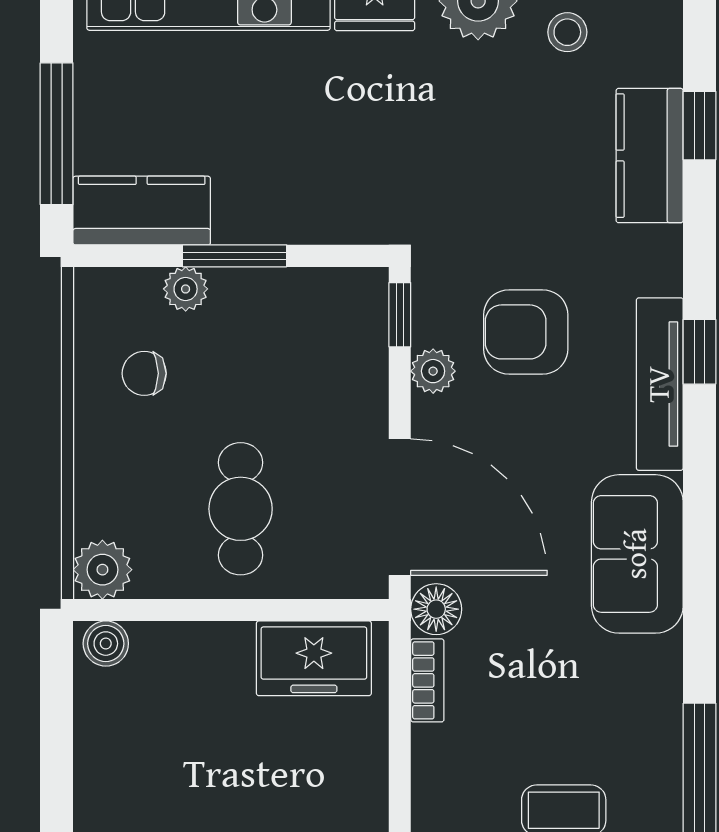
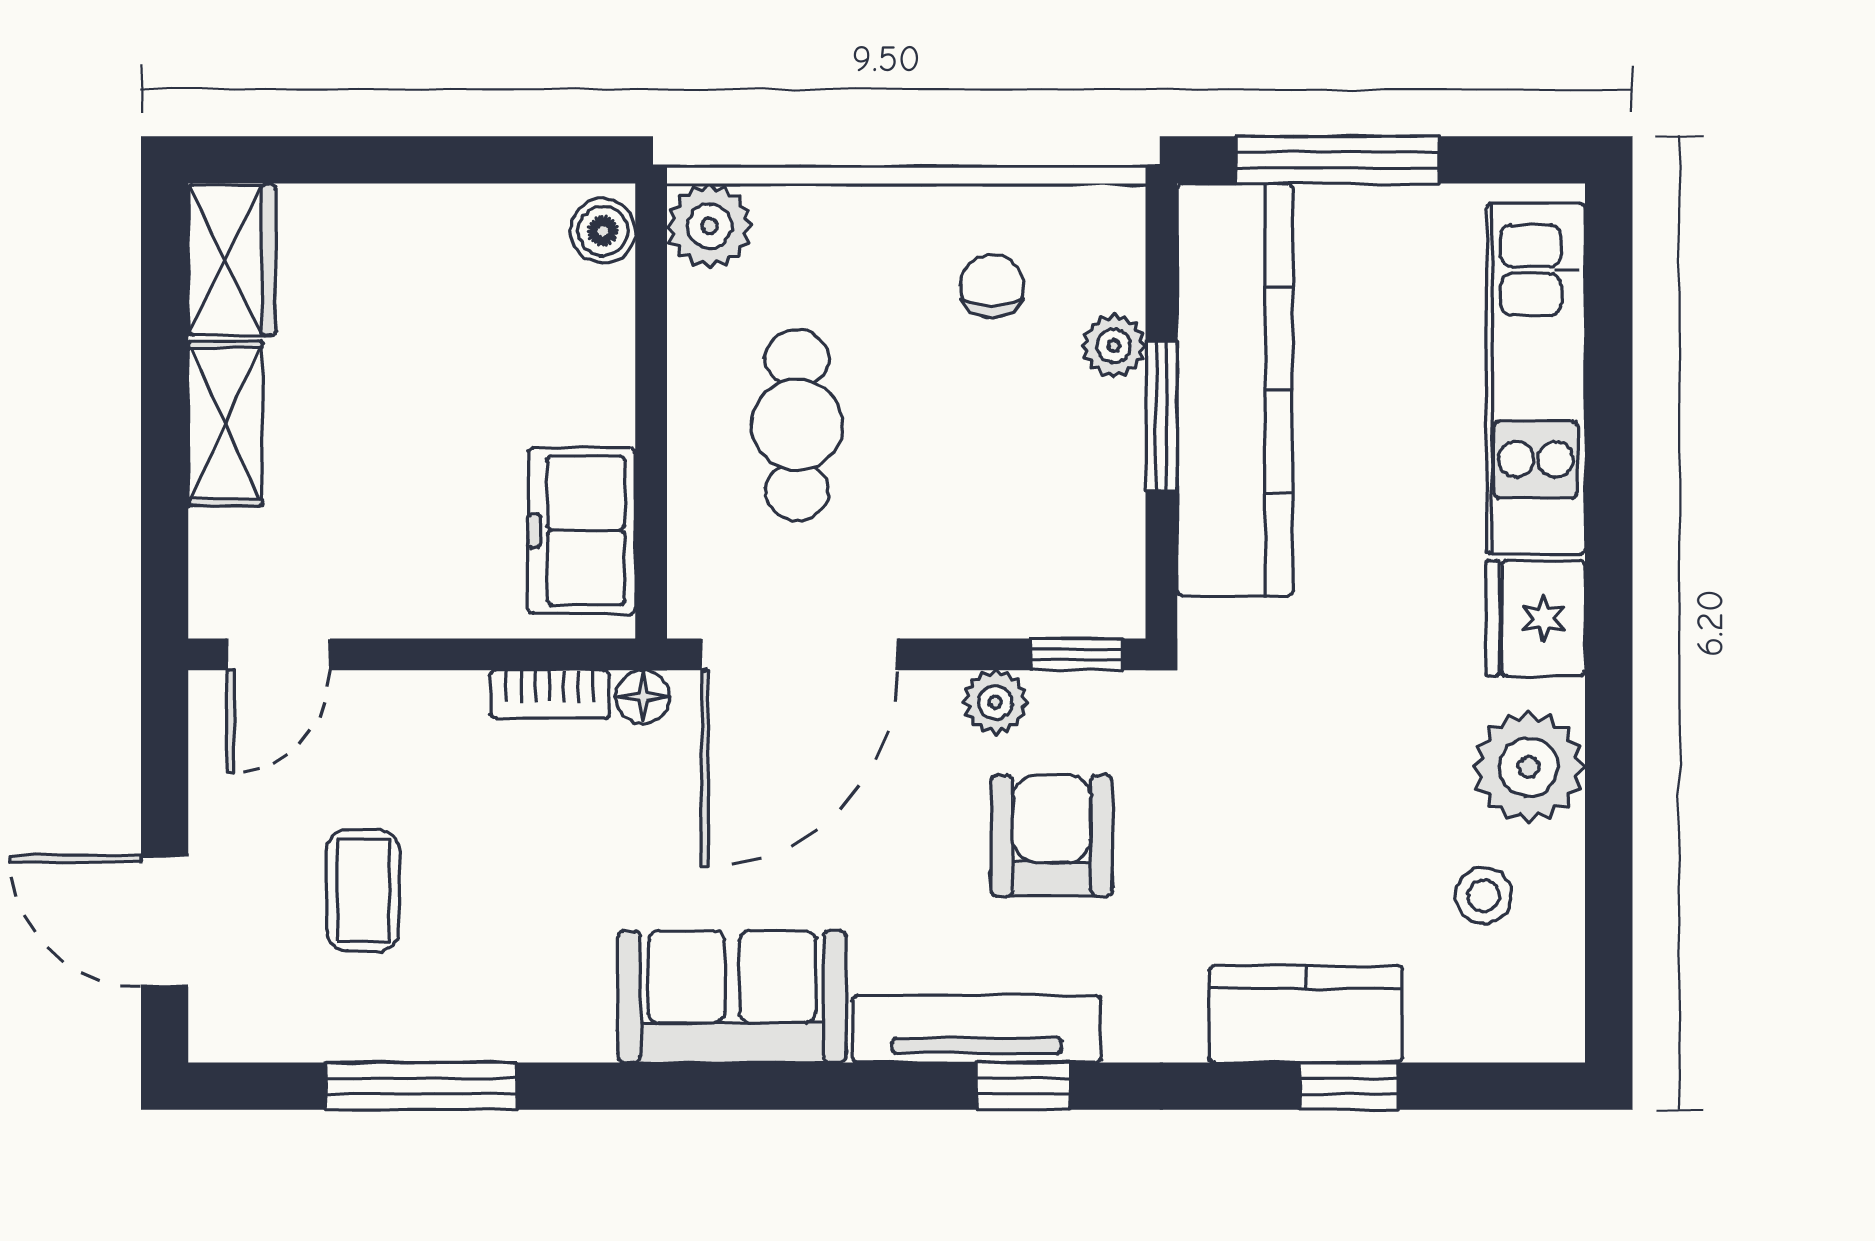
kitchen counter: (142, 211) -> (1235, 390), width x2.08, depth x1.17
cafe table: (241, 509) -> (797, 425), turned 90
floor lamp: (436, 609) -> (643, 697), width x0.73, depth x0.73

